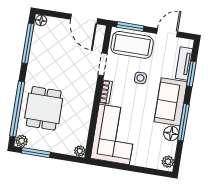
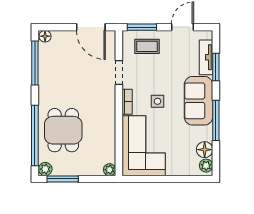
coffee table: (132, 45) -> (147, 46), width x0.54, depth x0.58
side table: (140, 78) -> (157, 101), moved
floor lamp: (171, 133) -> (205, 150), moved

